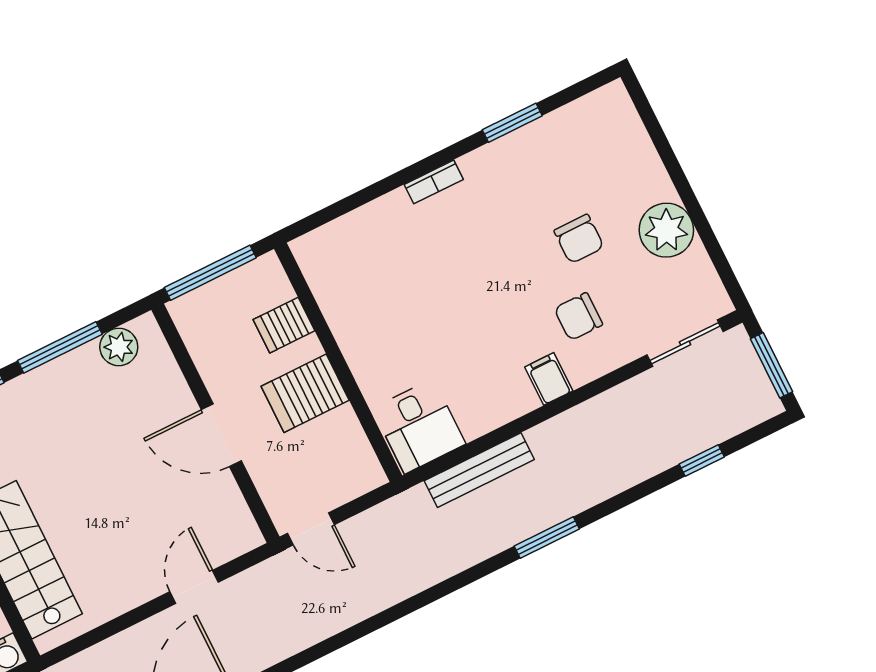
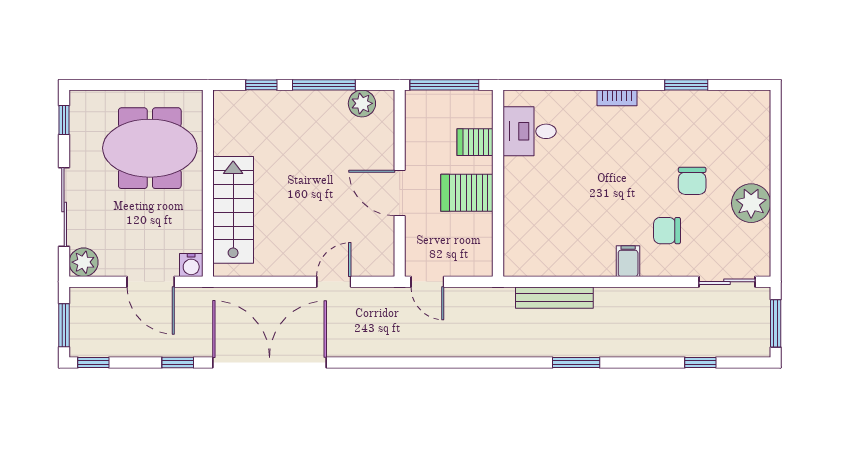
desk: (419, 426) -> (530, 131), moved, turned 90

